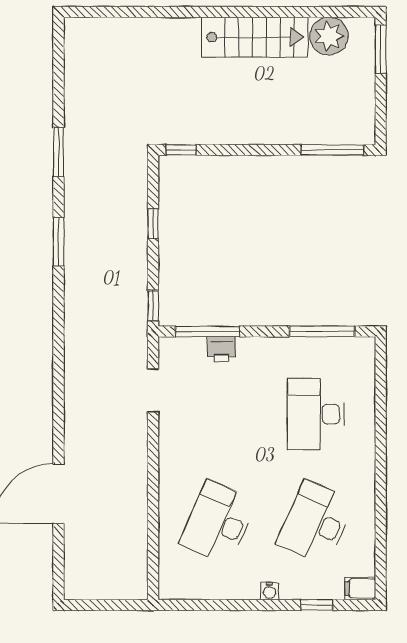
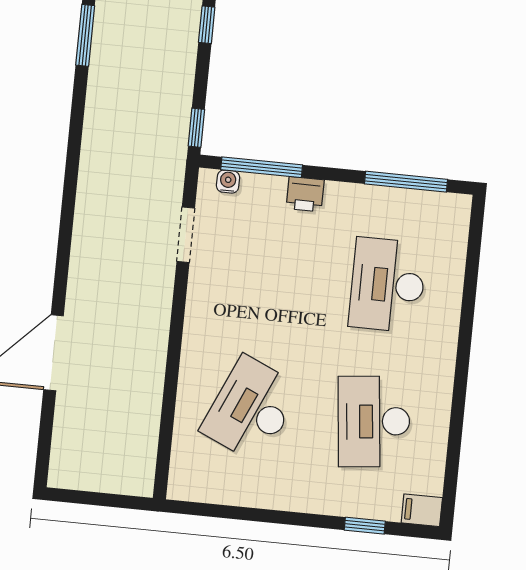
printer: (221, 349) -> (305, 194), moved
desk: (316, 522) -> (374, 421), turned -30
water cooler: (269, 591) -> (228, 182), moved, turned 180

